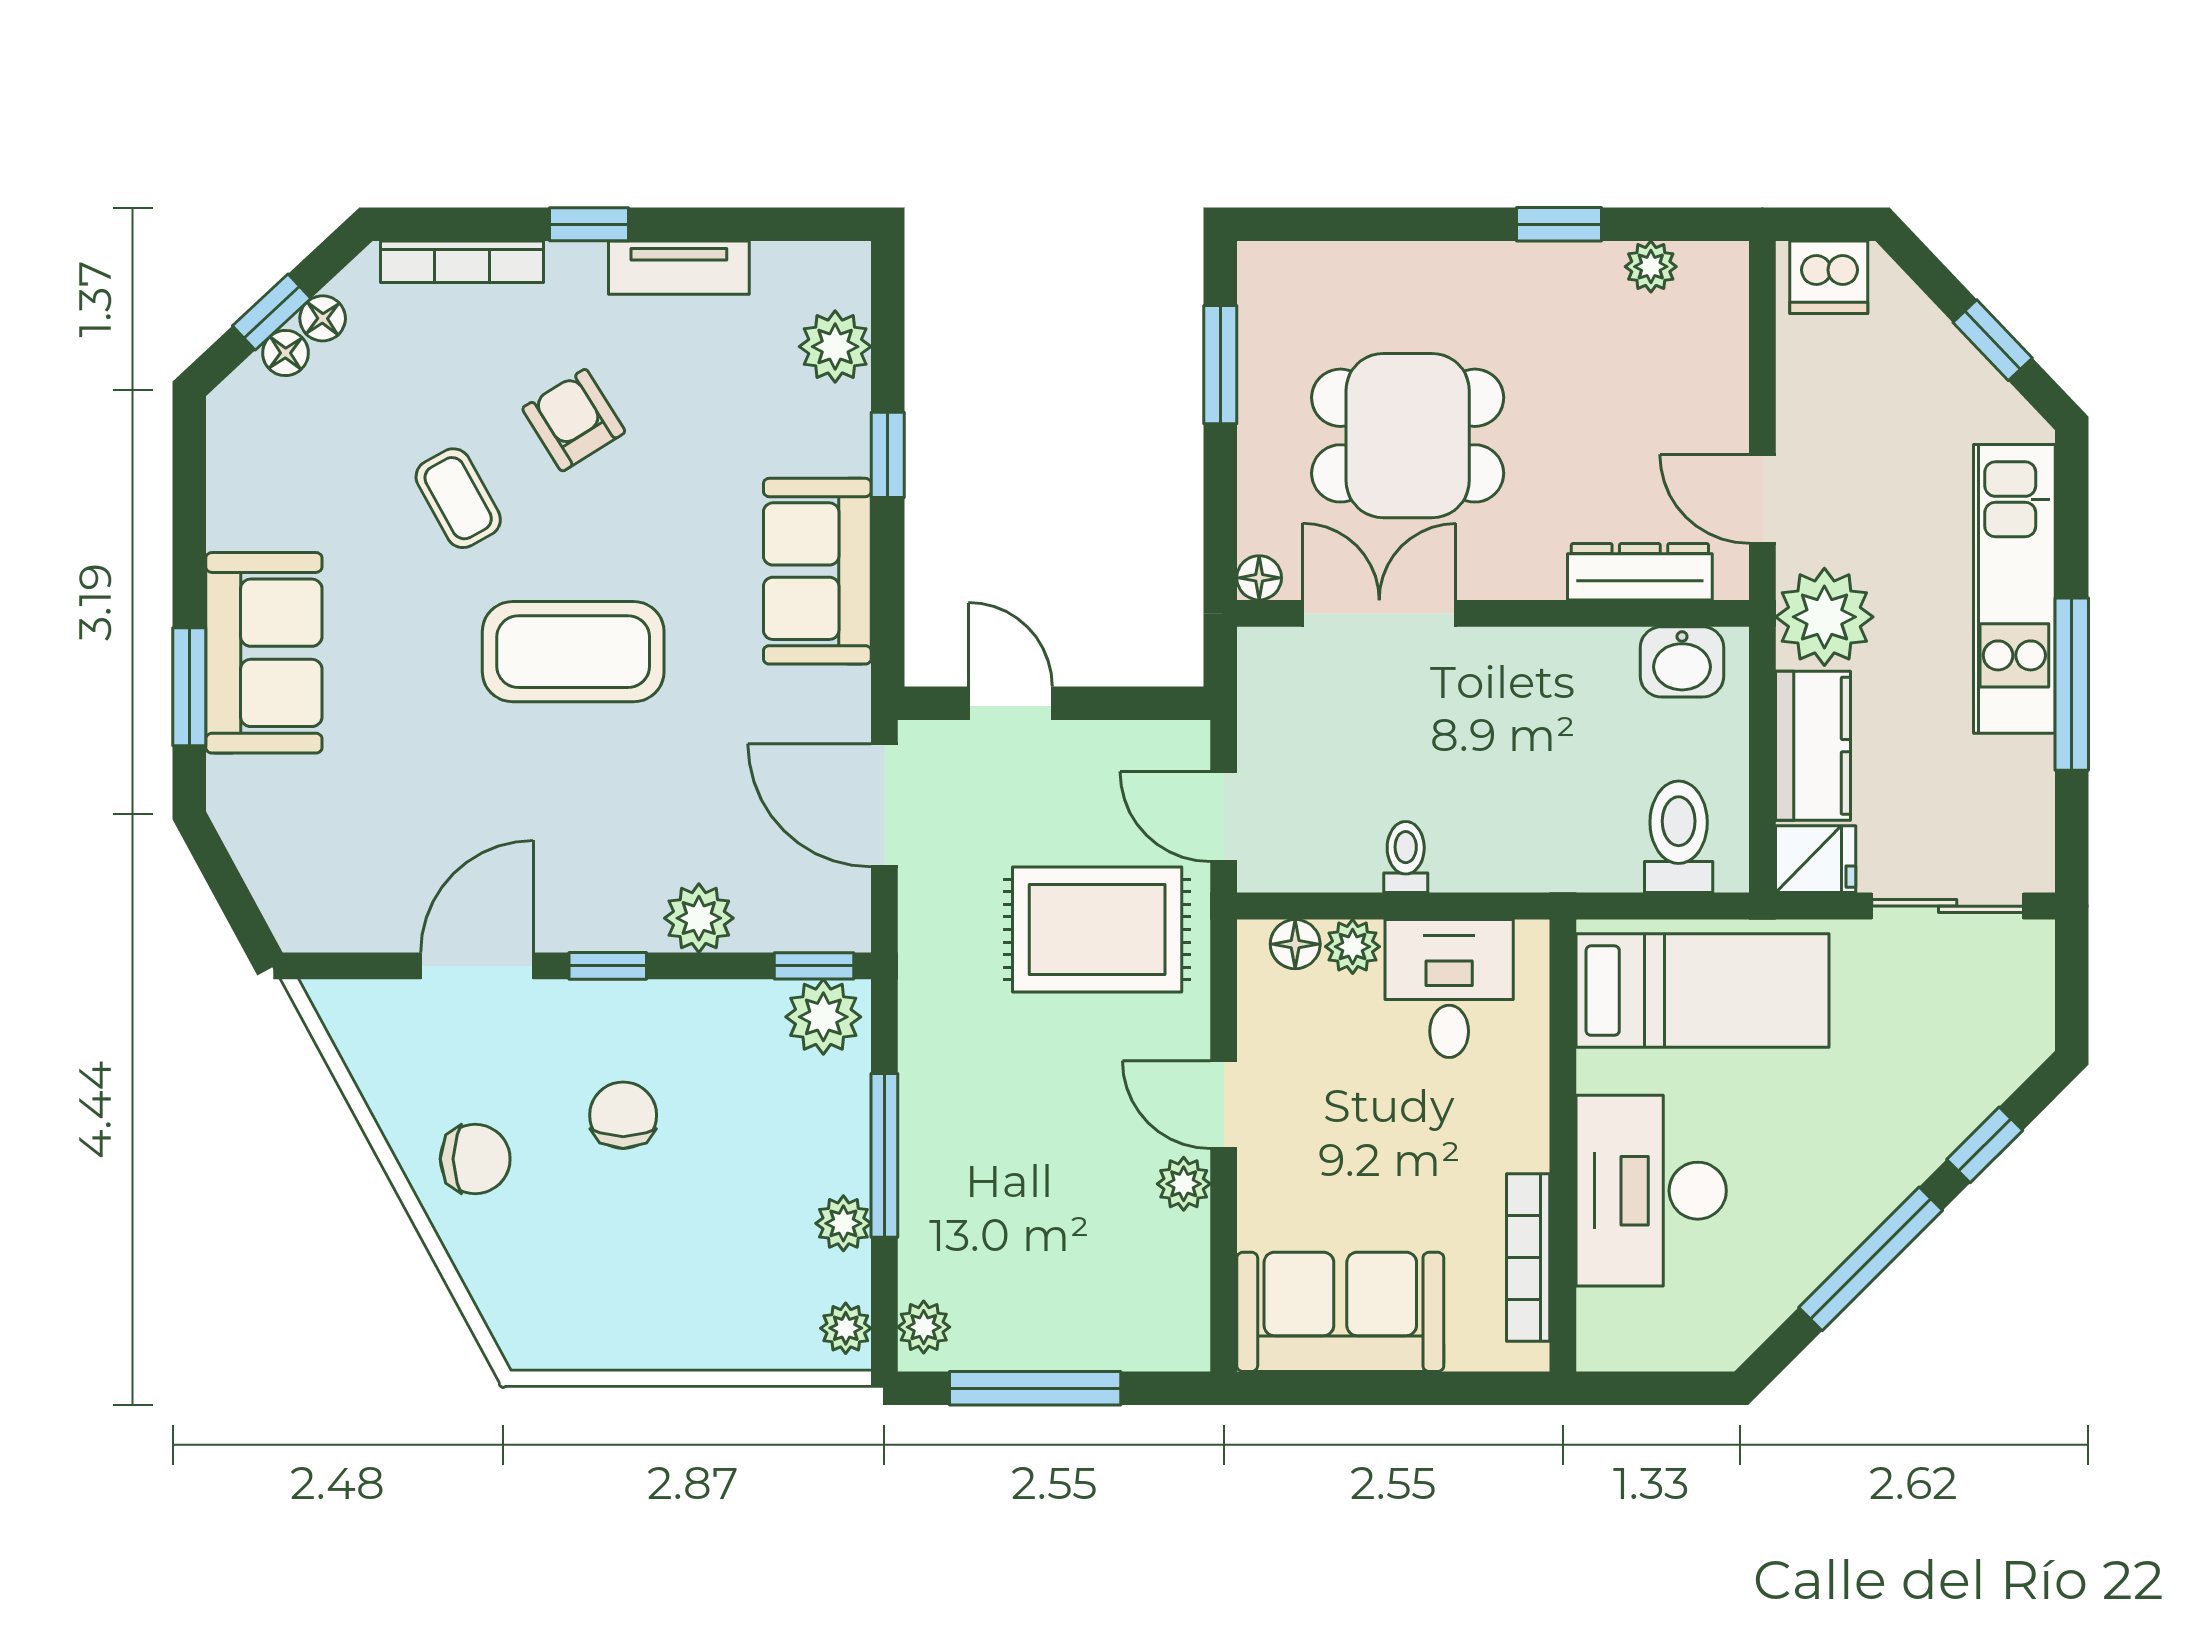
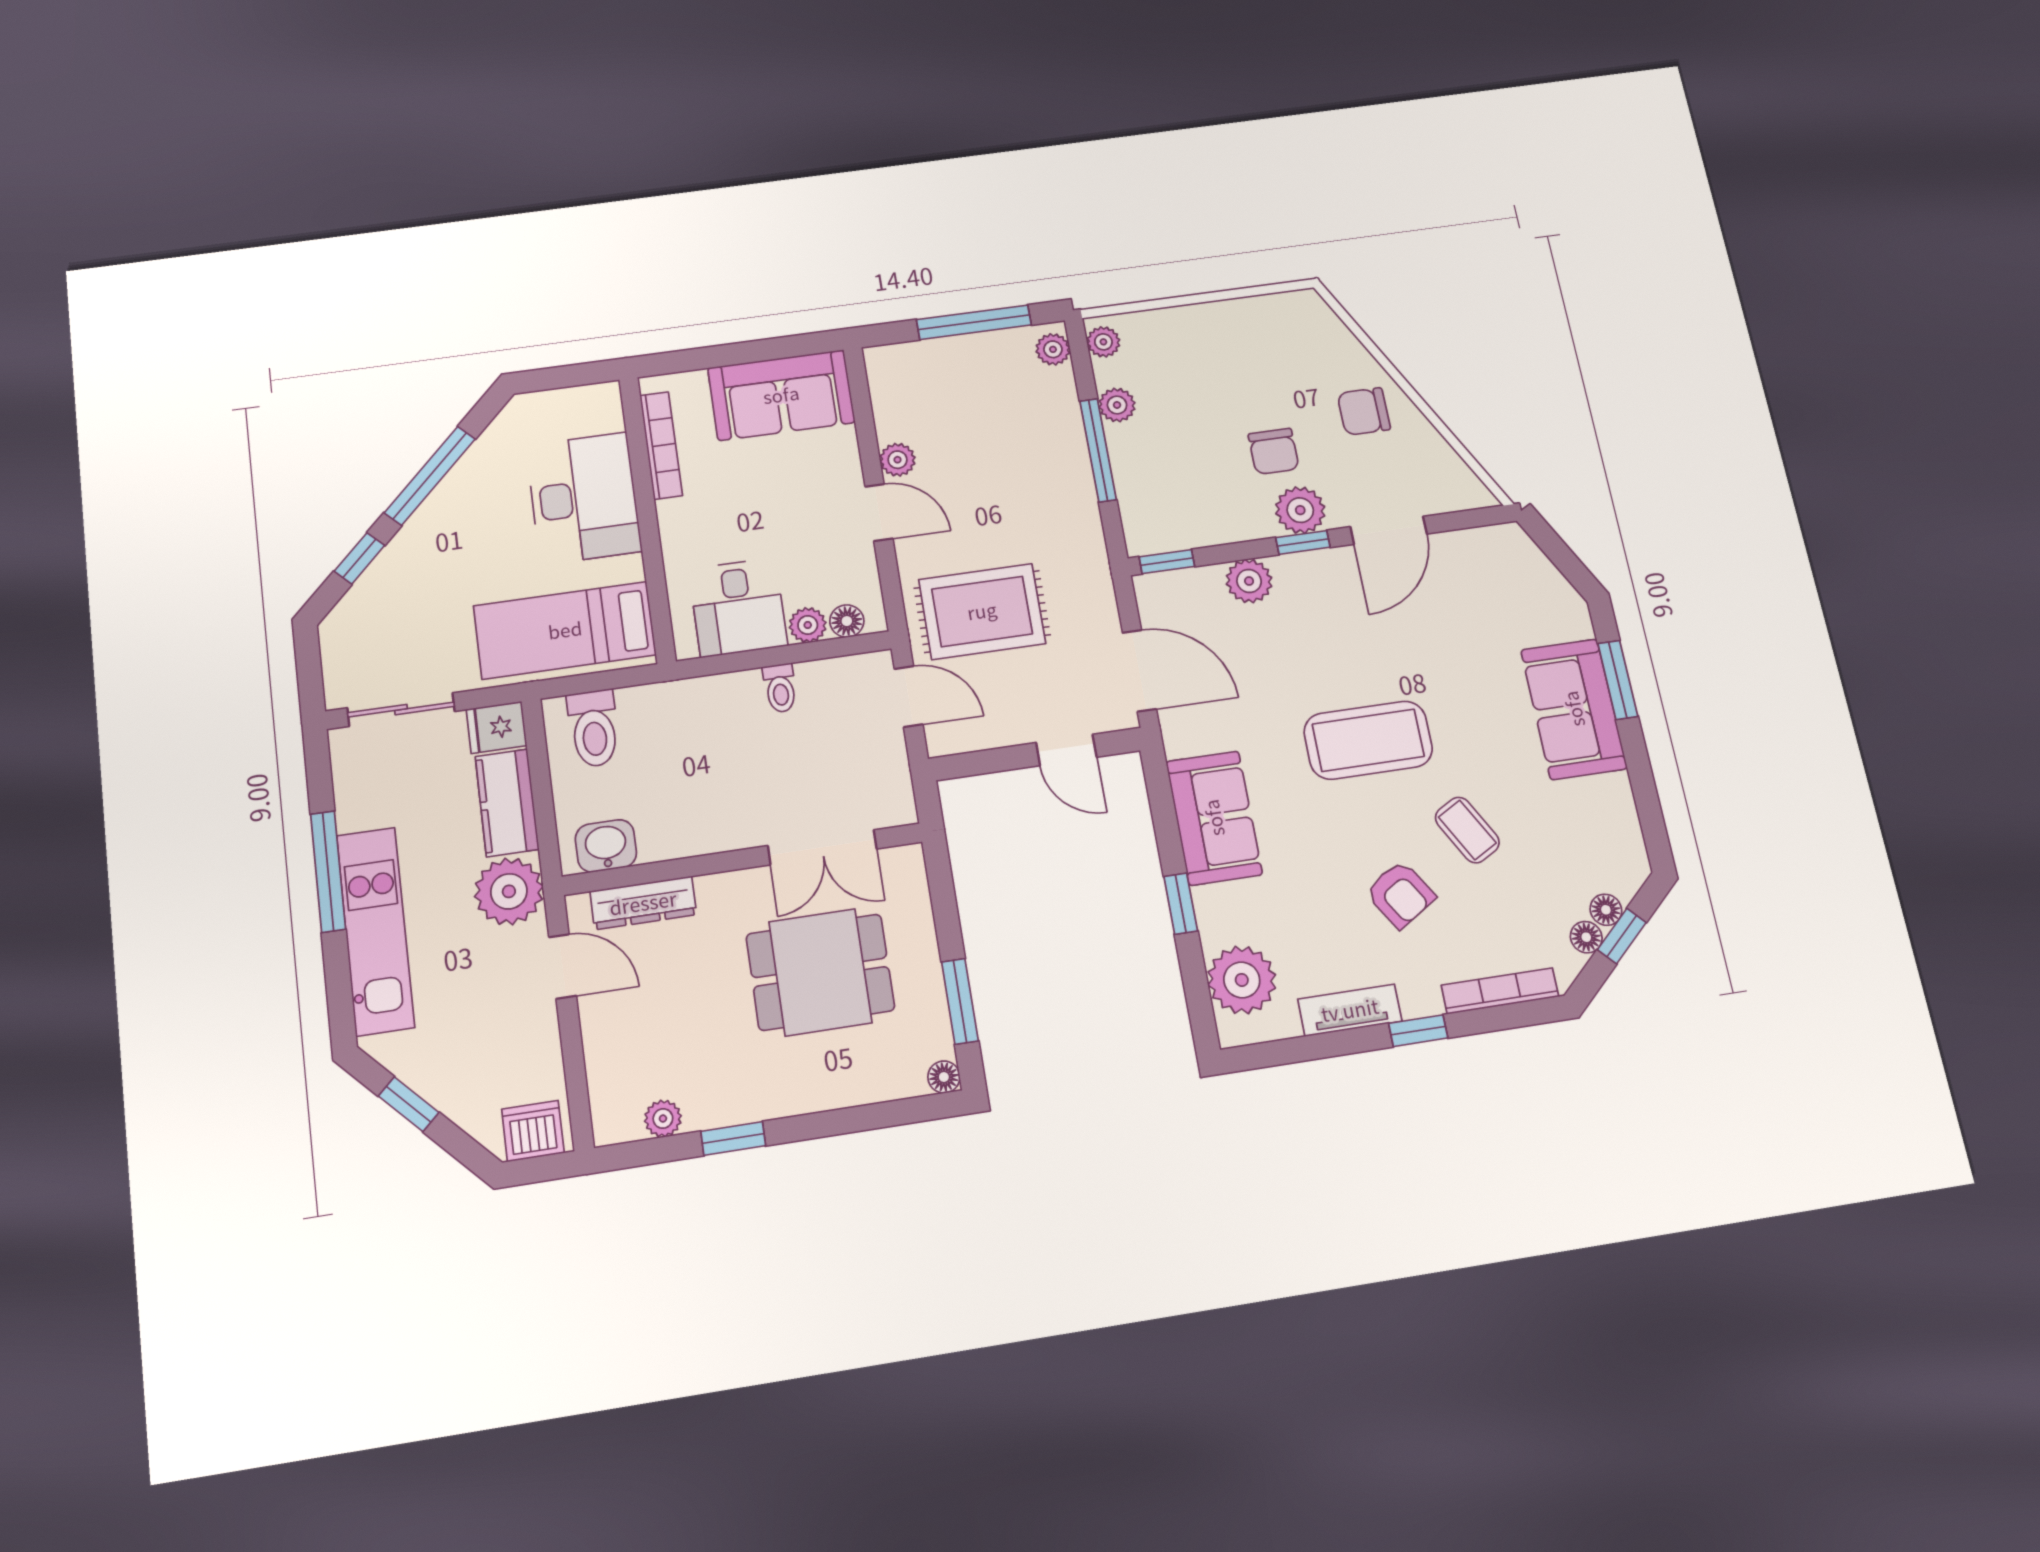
plant: (835, 347) -> (1242, 980), width x1.36, depth x1.36
floor lamp: (1259, 578) -> (944, 1077), moved
plant: (823, 1017) -> (1300, 510), moved

